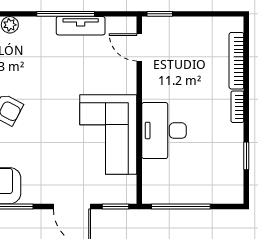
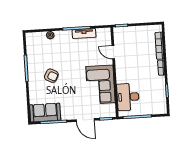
door: (139, 47) -> (113, 52), moved
desk: (164, 131) -> (128, 97), moved

